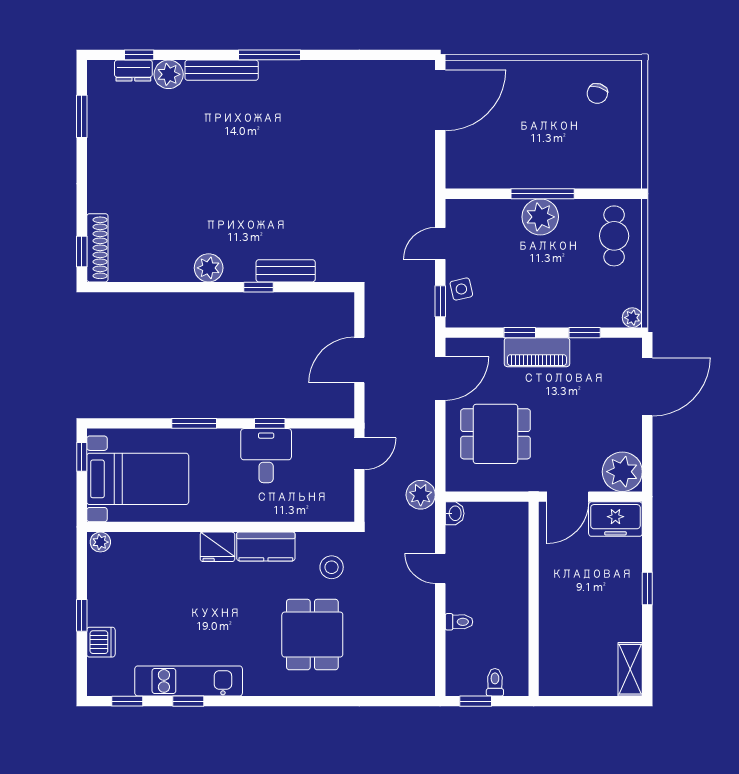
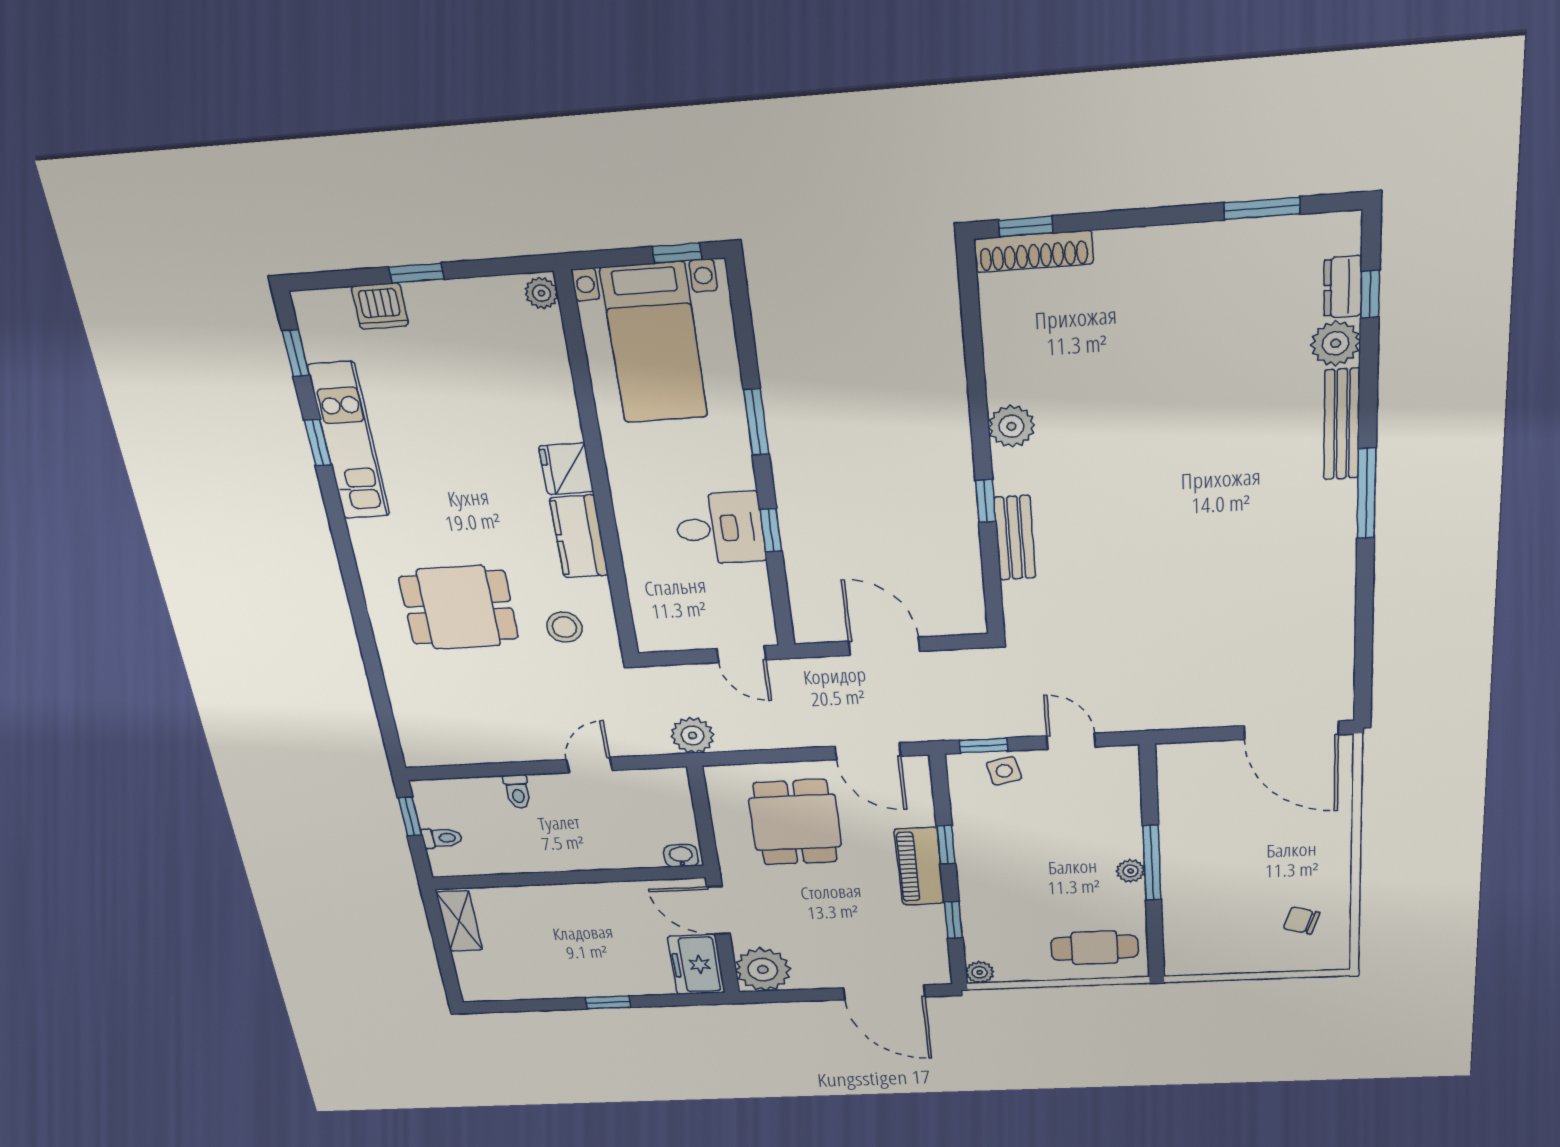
plant: (540, 217) -> (1131, 871), width x0.53, depth x0.53
washbasin: (455, 513) -> (681, 856), moved, turned 180
shelving: (630, 669) -> (459, 921), moved, turned 90

